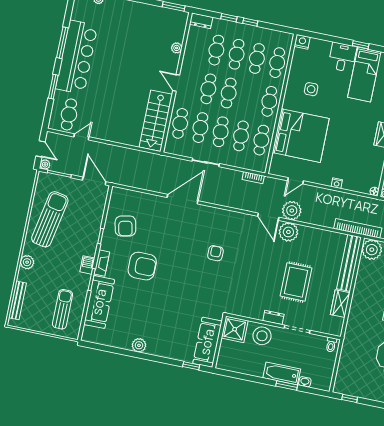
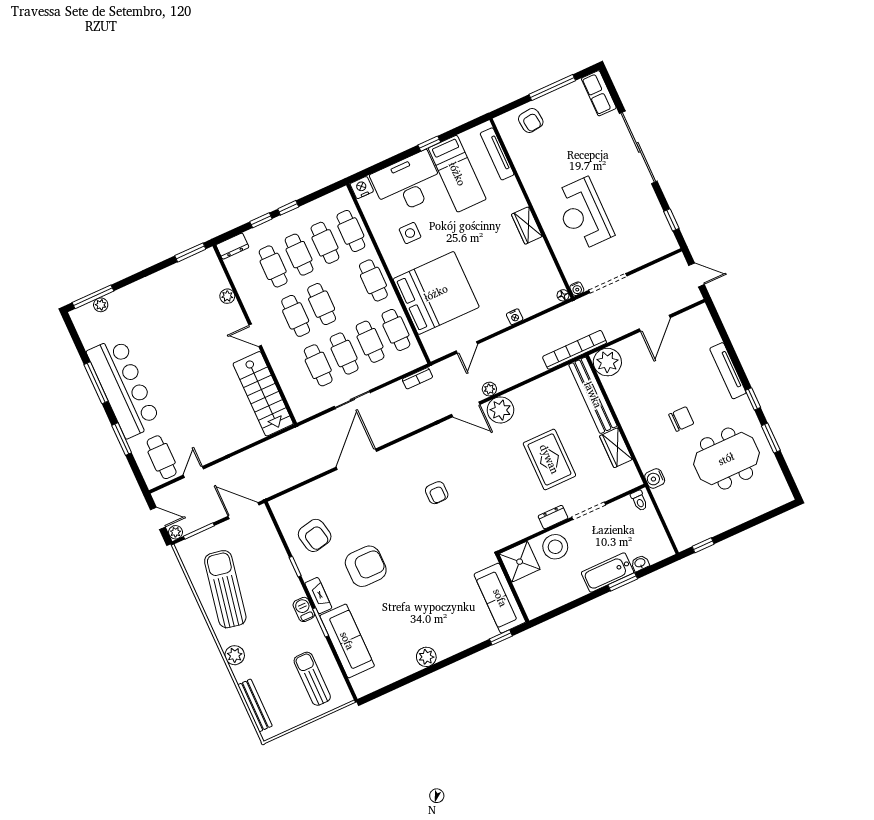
desk: (342, 57) -> (408, 183), width x1.87, depth x1.30
cafe table: (180, 123) -> (292, 377), removed
plant: (292, 211) -> (489, 389), width x0.53, depth x0.53
armchair: (215, 253) -> (437, 493), turned 180
water cooler: (350, 338) -> (655, 478), added

